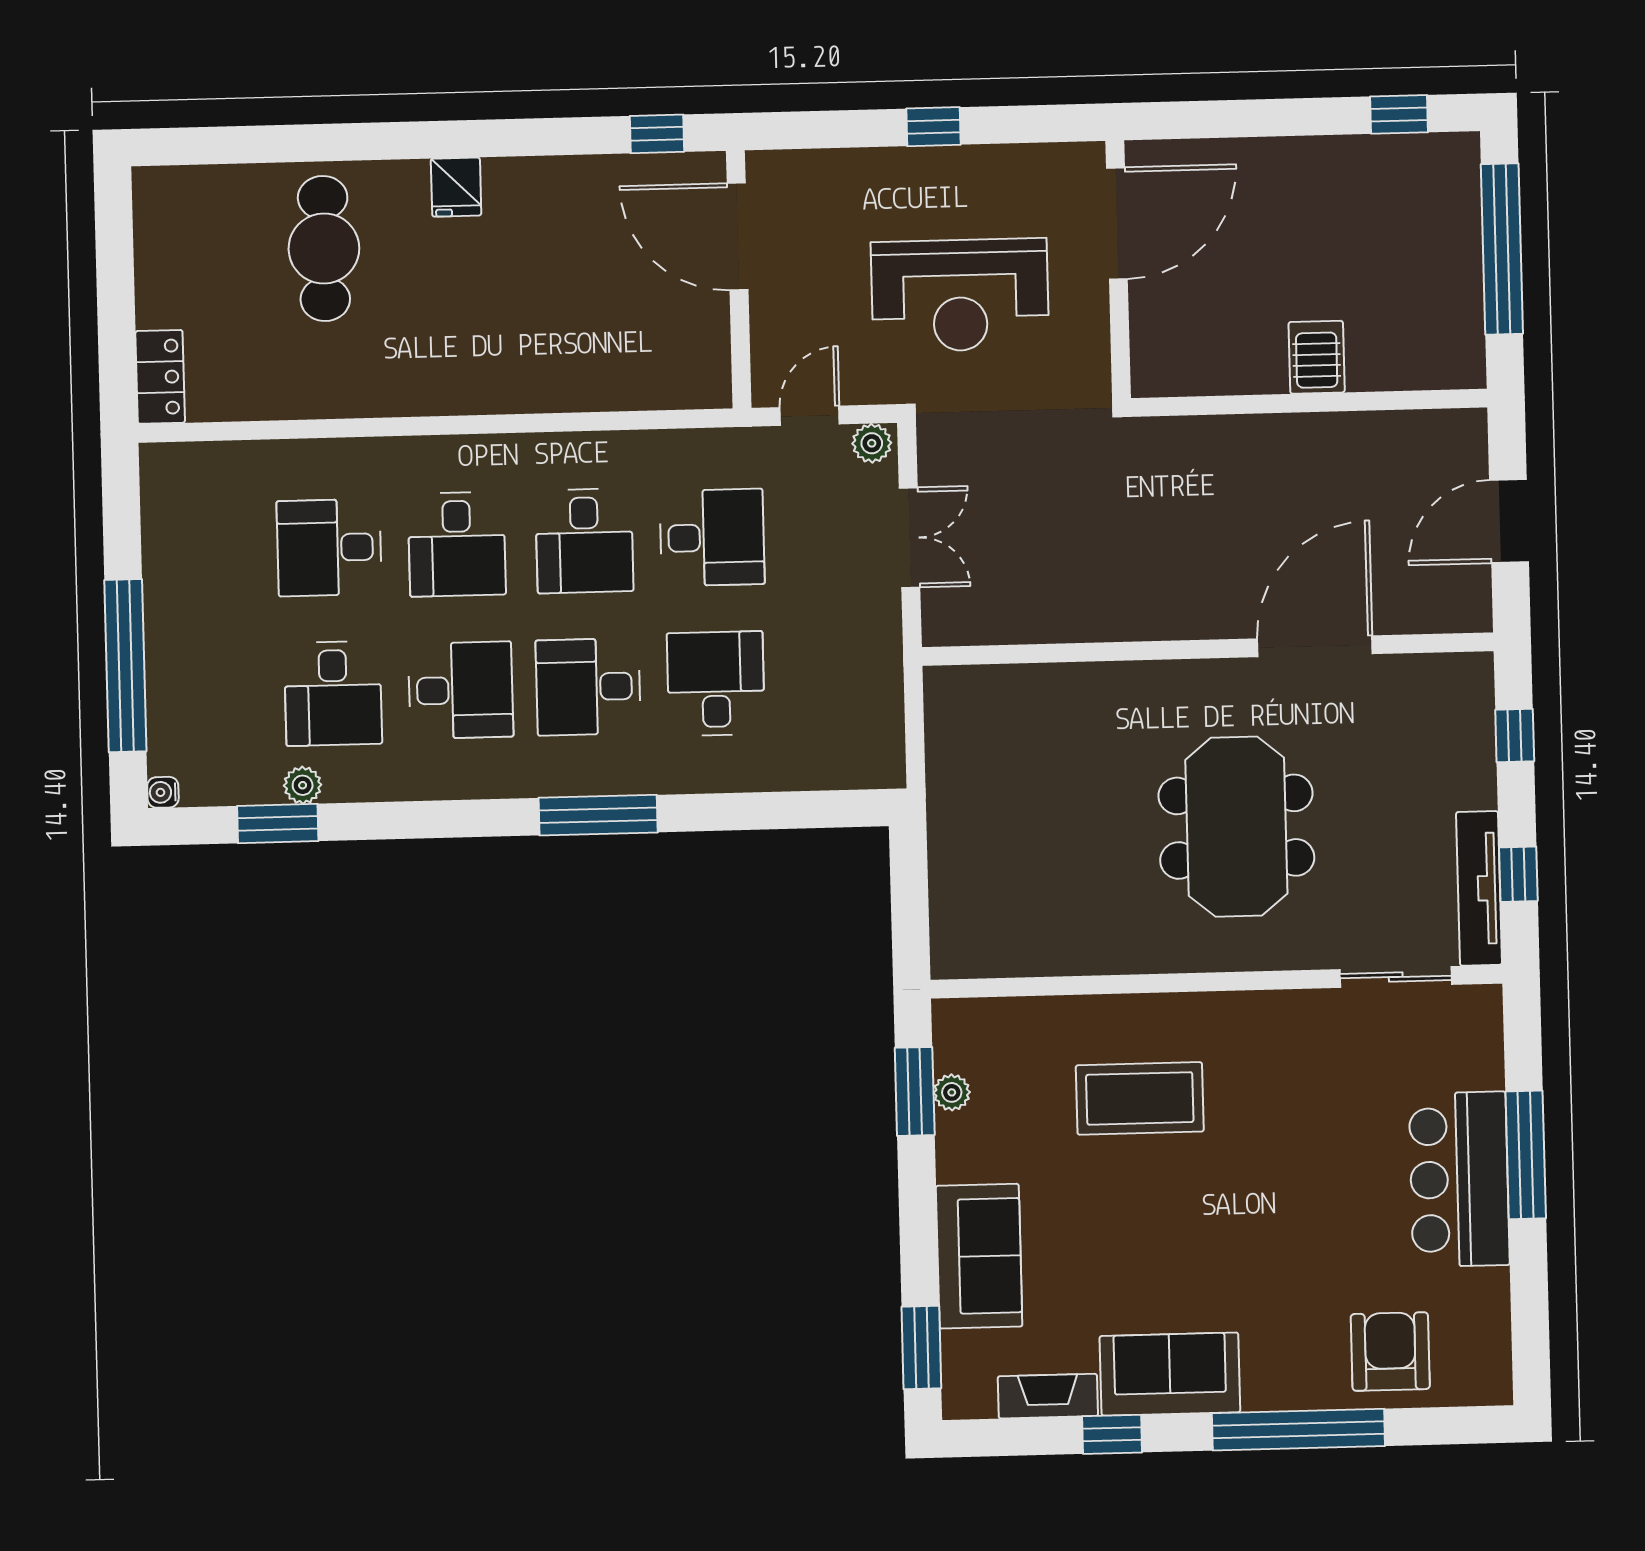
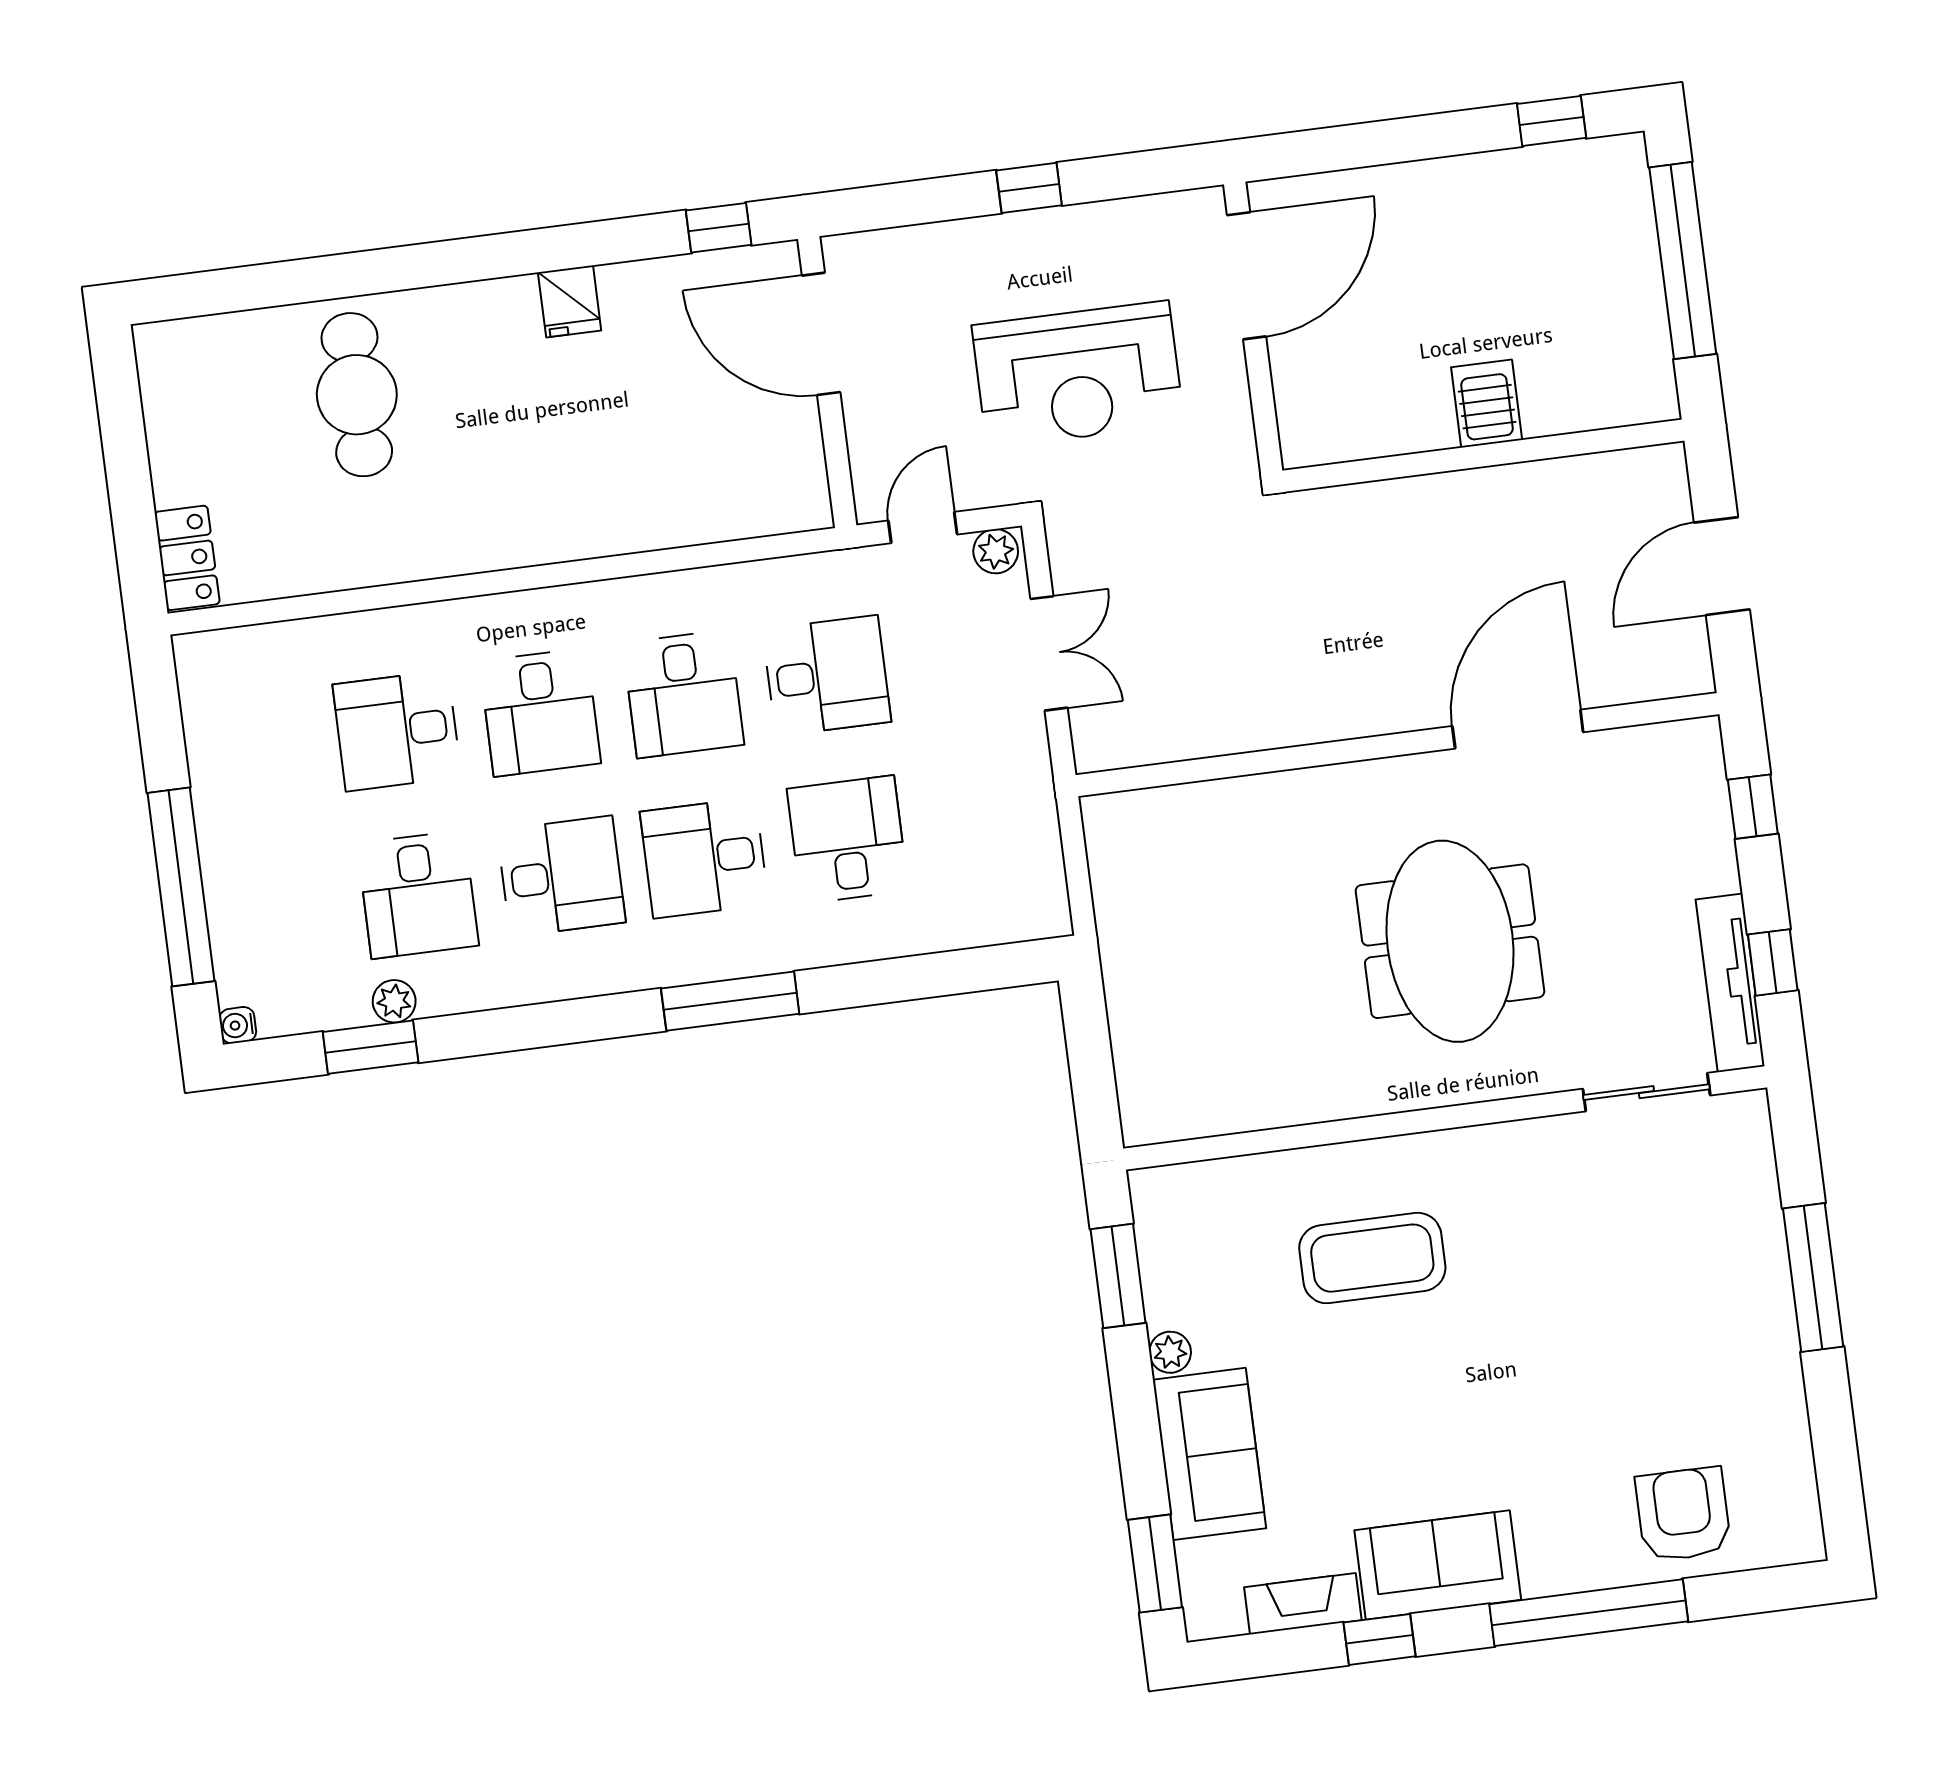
fridge: (456, 187) -> (570, 301), moved
plant: (952, 1092) -> (1170, 1352), moved
bar counter: (1459, 1179) -> (1741, 1313), removed

